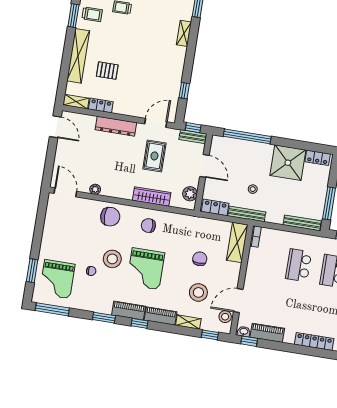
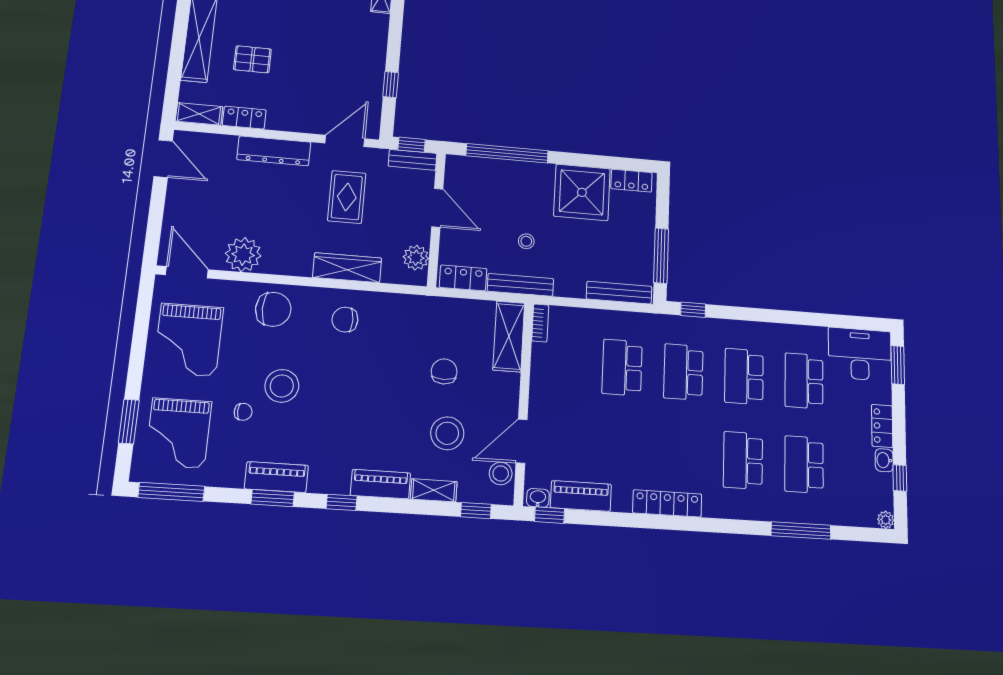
plant: (95, 189) -> (243, 255), width x1.88, depth x1.88
grand piano: (146, 269) -> (189, 340), moved
piano: (129, 311) -> (276, 477), moved

